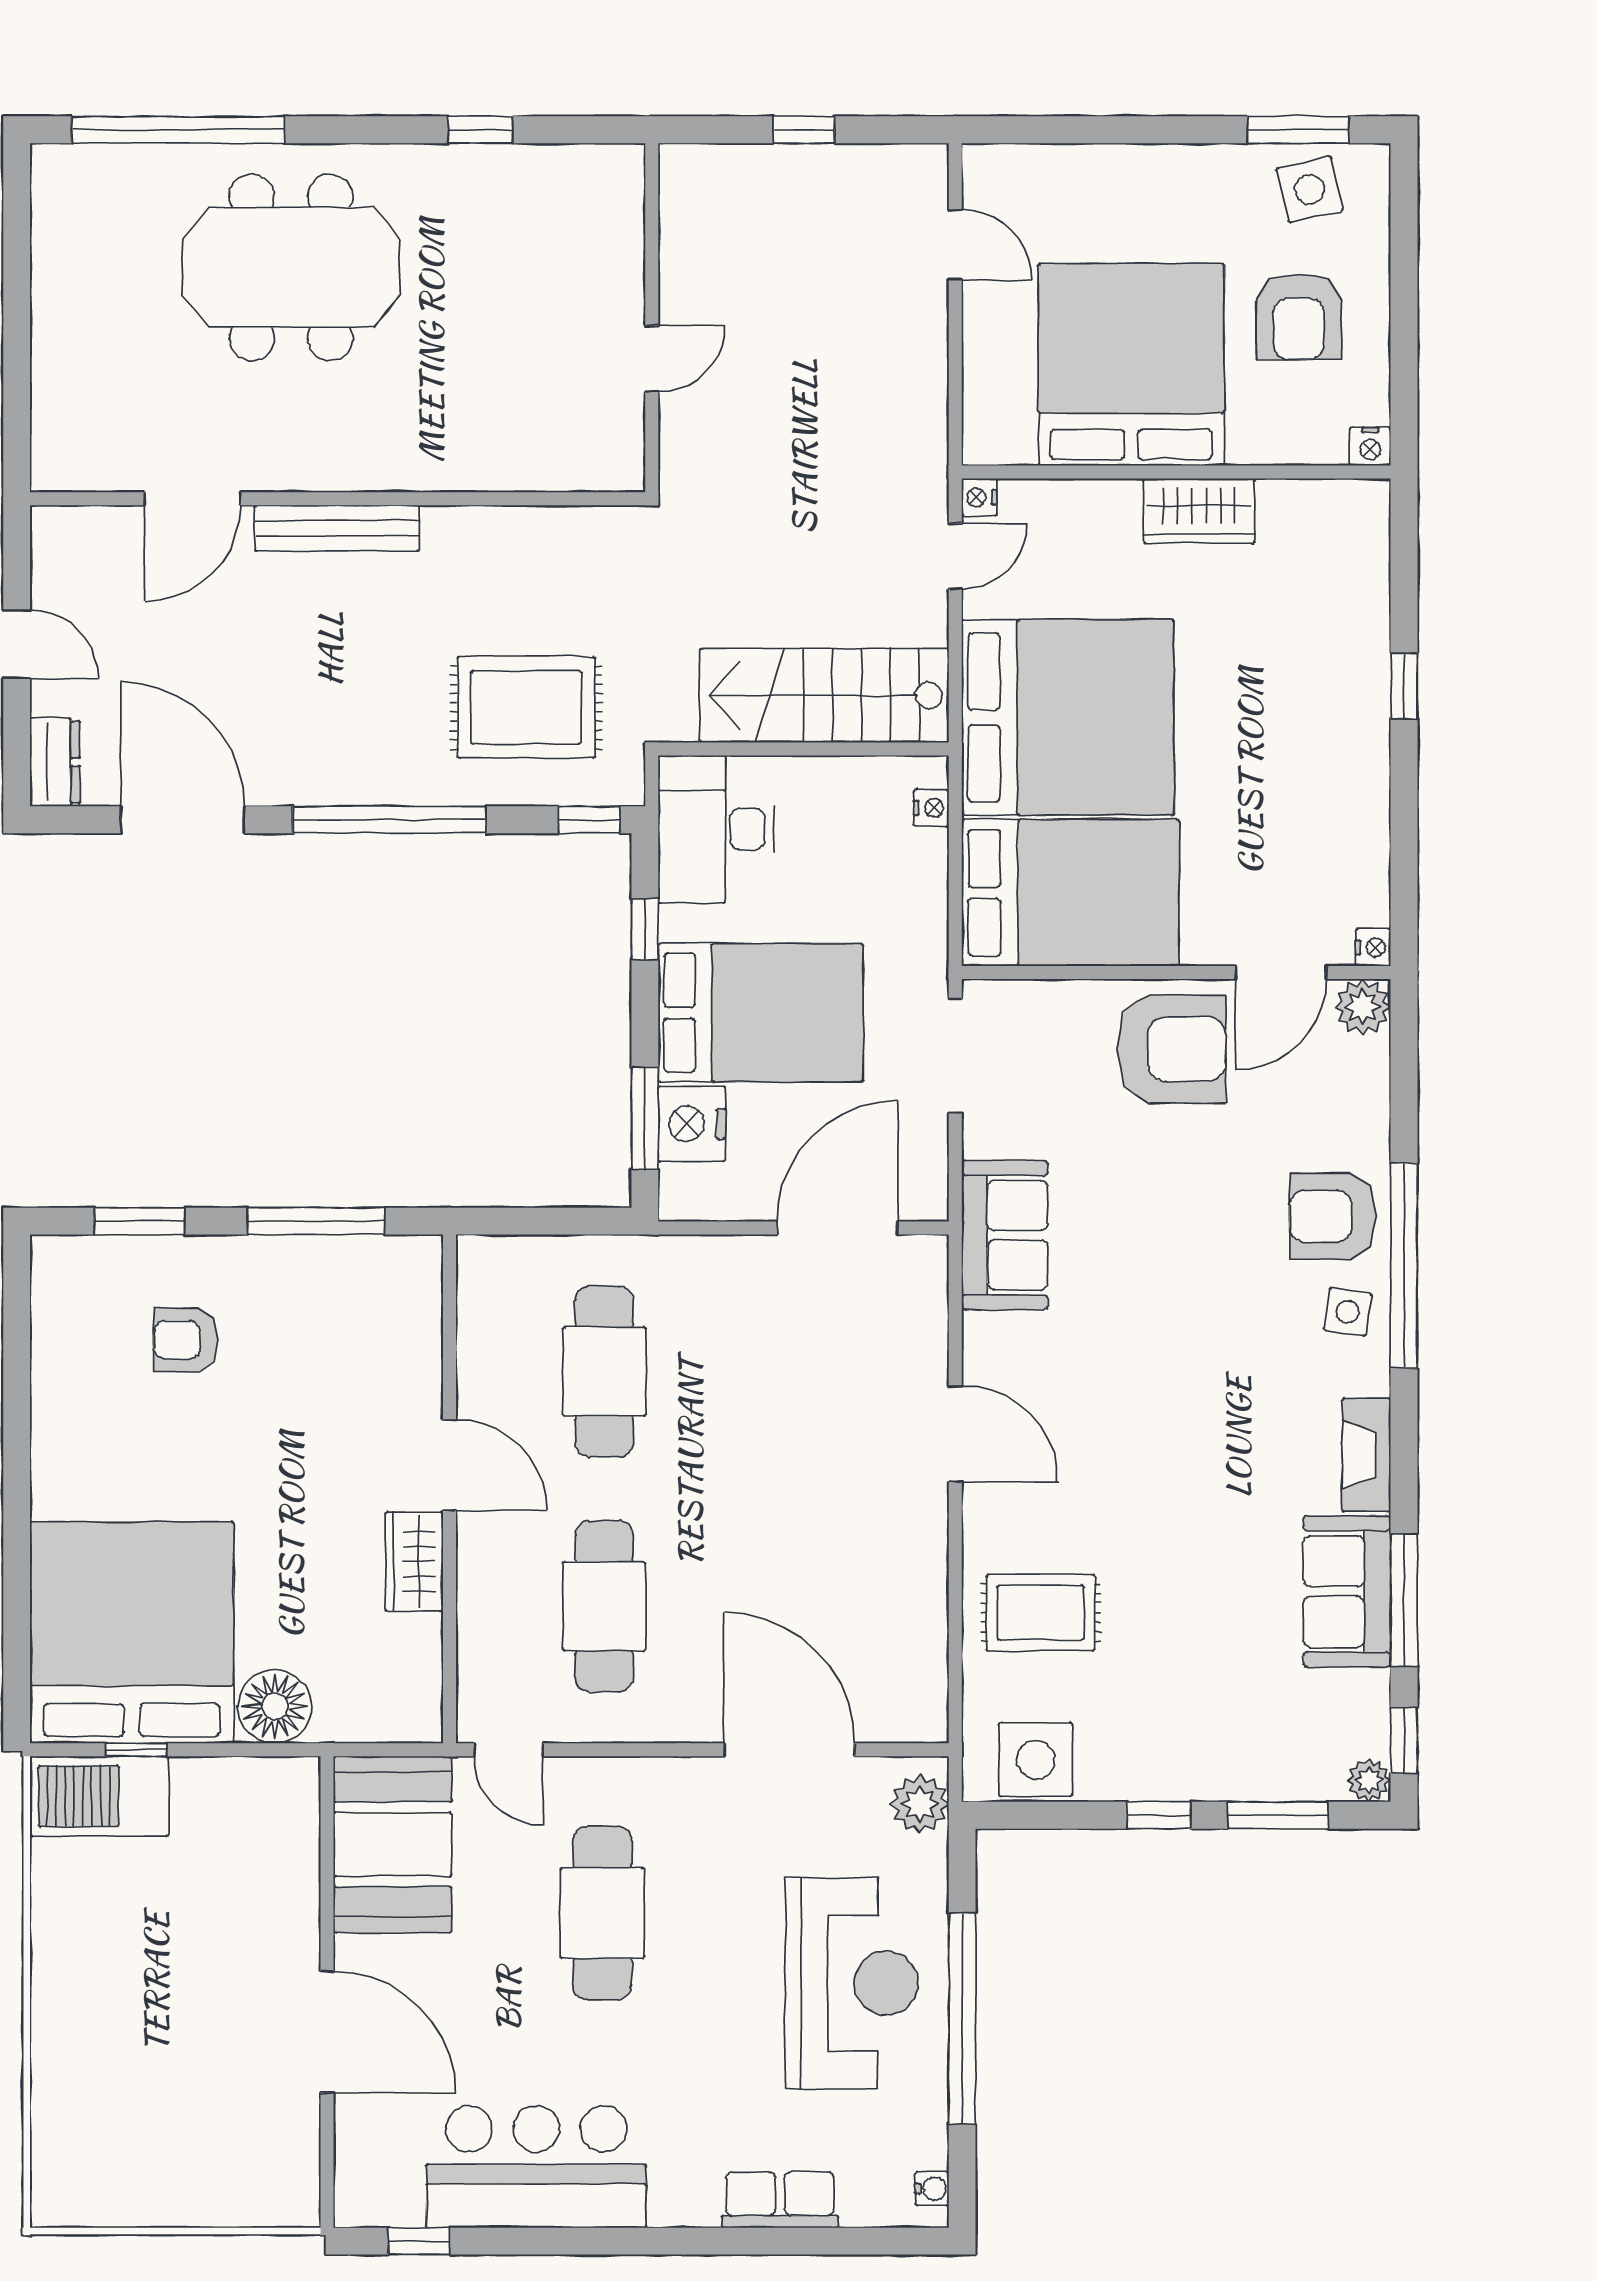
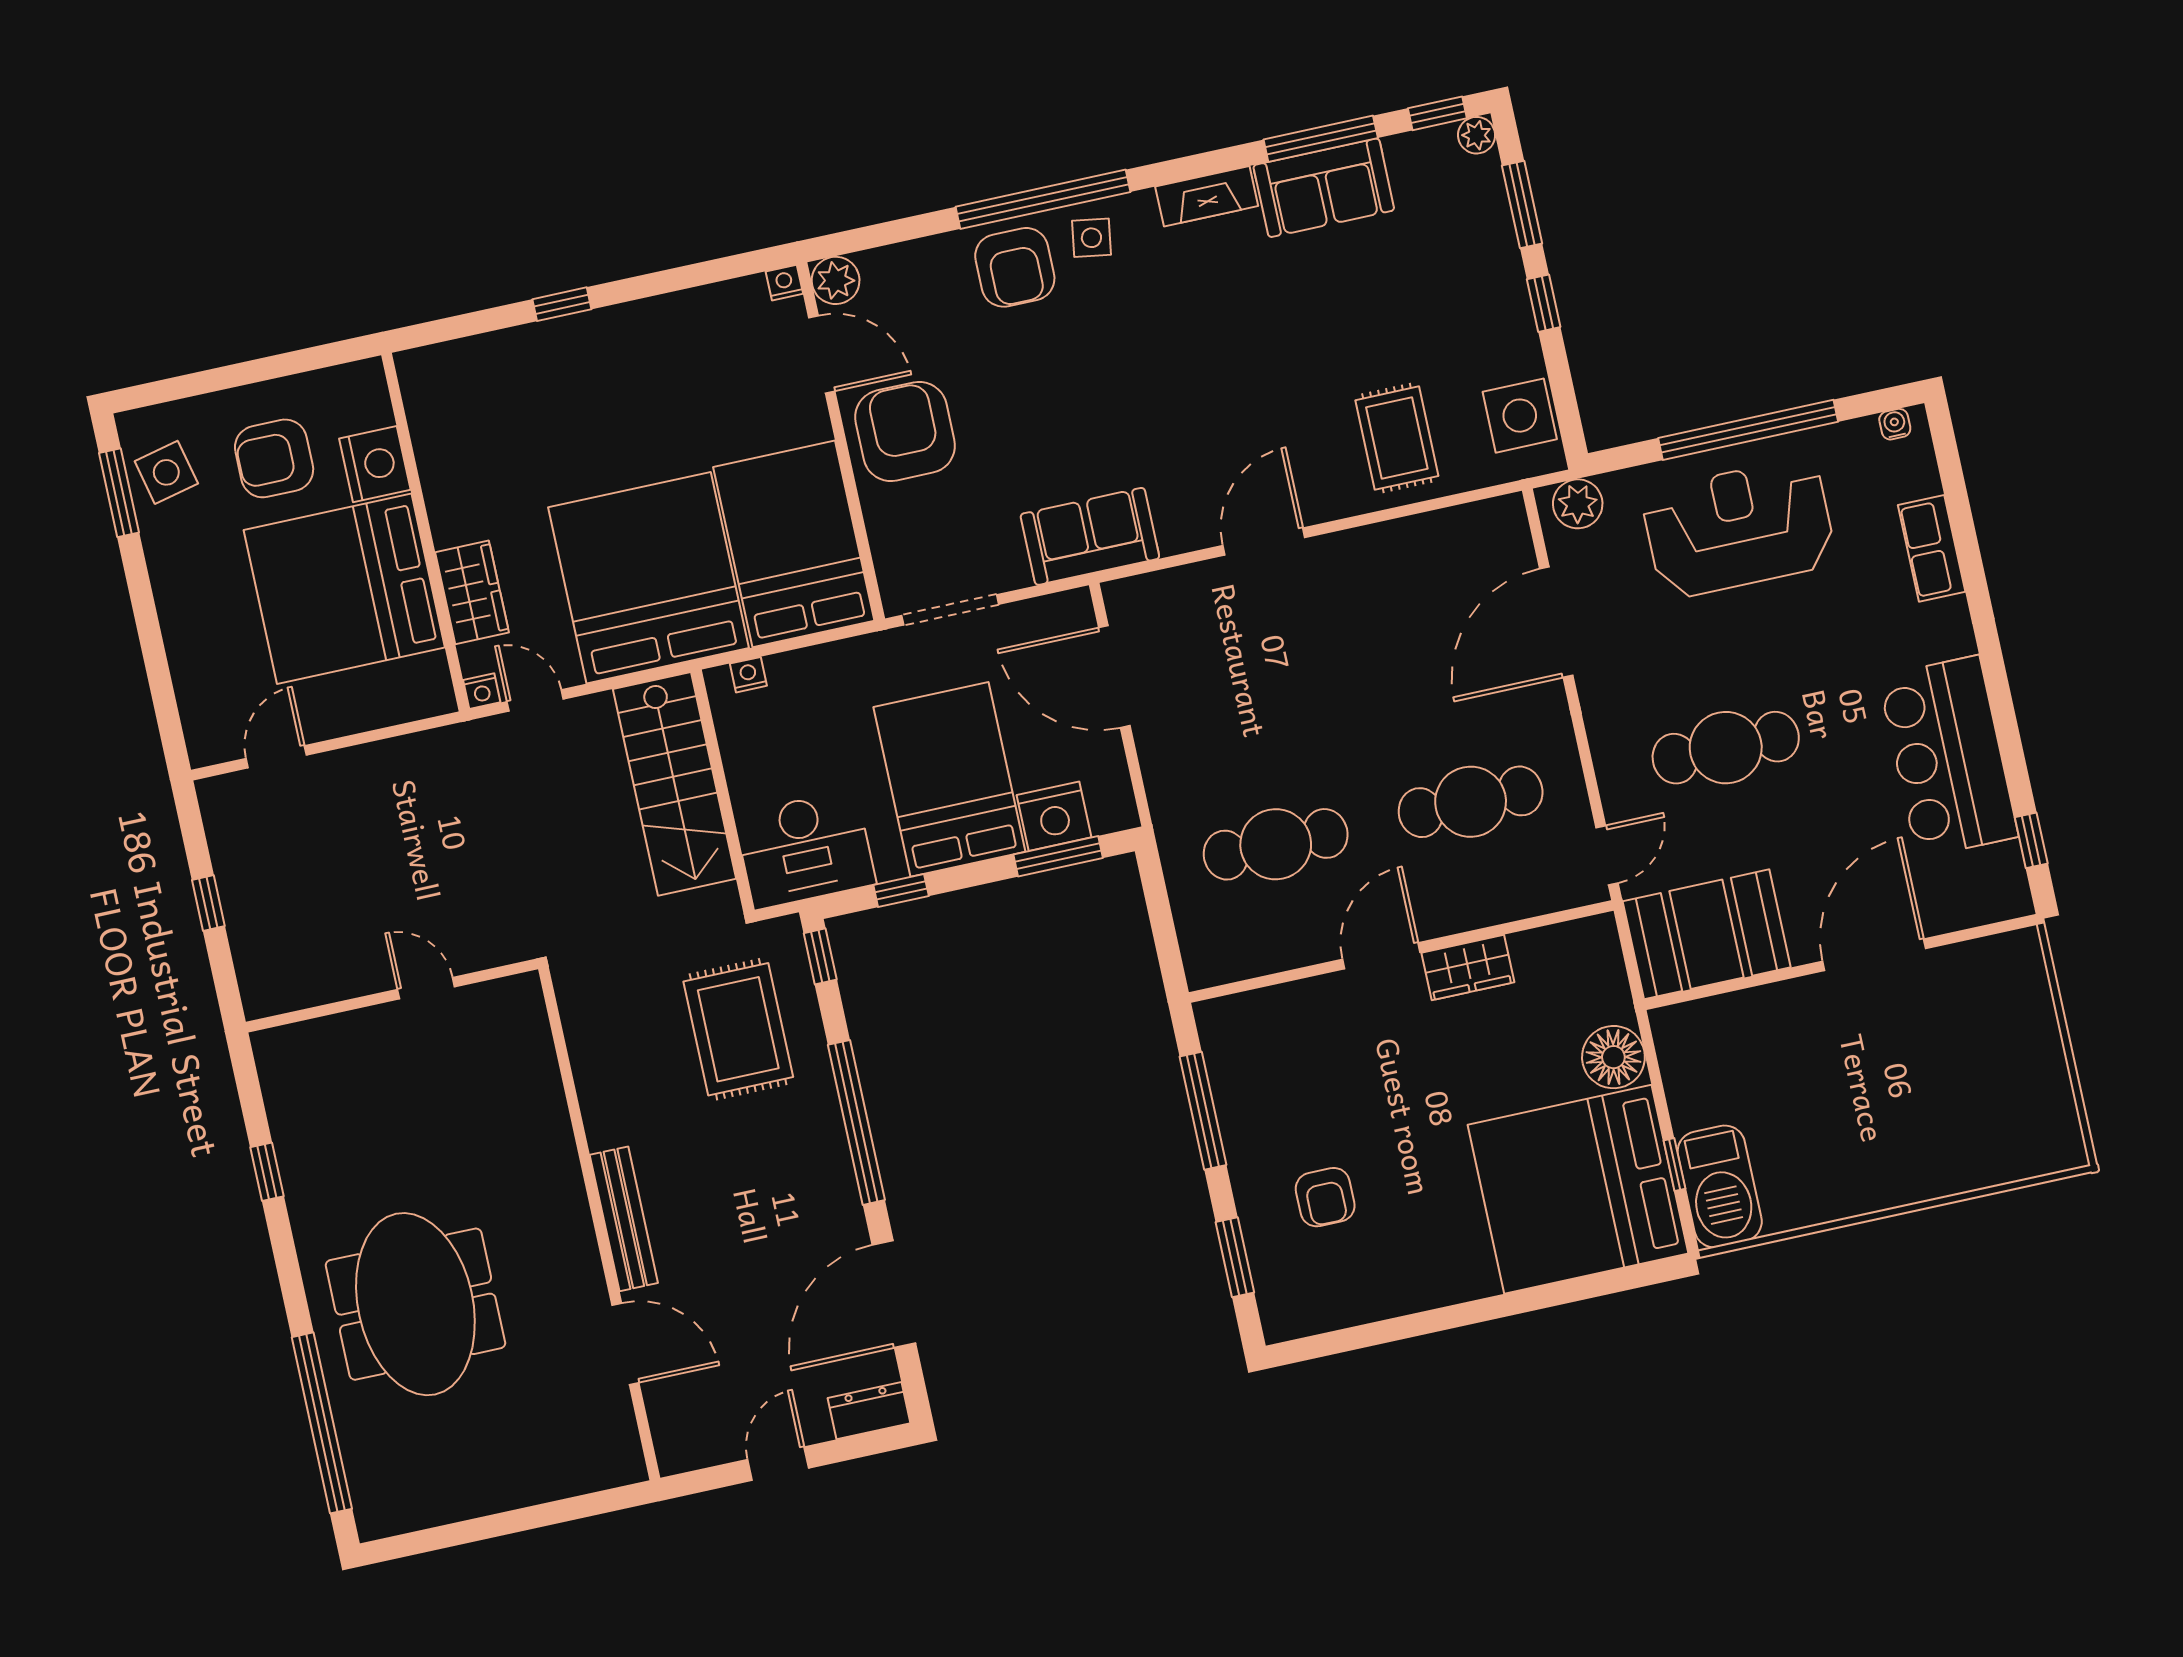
armchair: (1299, 317) -> (274, 458), turned 180
nightstand: (1370, 446) -> (375, 464), moved, width x1.89, depth x1.79
wardrobe: (1199, 511) -> (472, 592), moved

